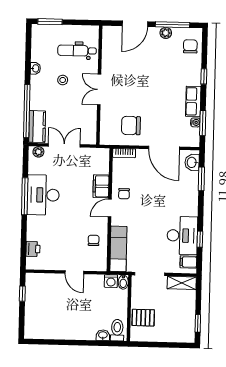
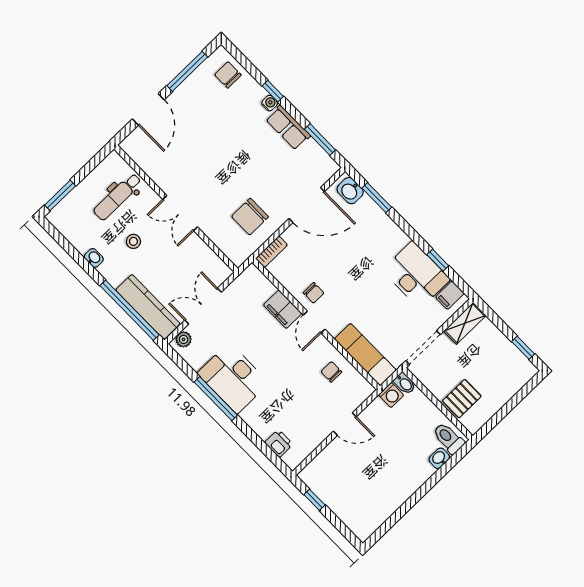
plant: (166, 33) -> (189, 87), removed
water cooler: (195, 122) -> (270, 103), moved
kitchen counter: (37, 127) -> (148, 307), width x1.50

